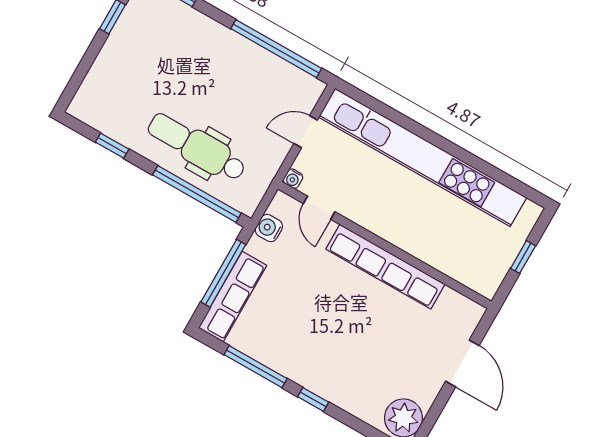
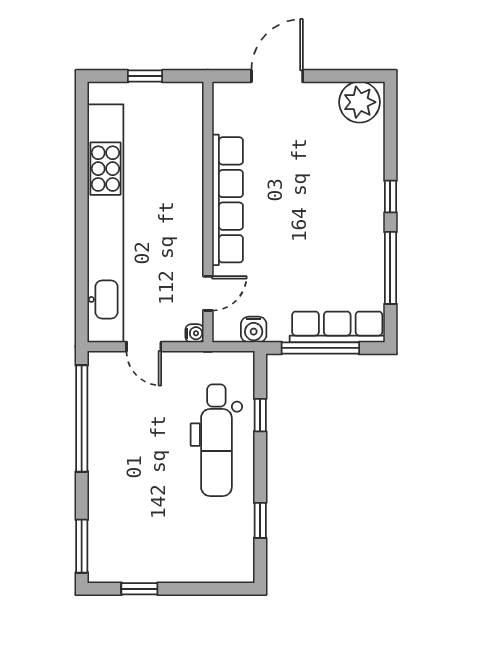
window: (197, 194) -> (260, 415), width x0.32

